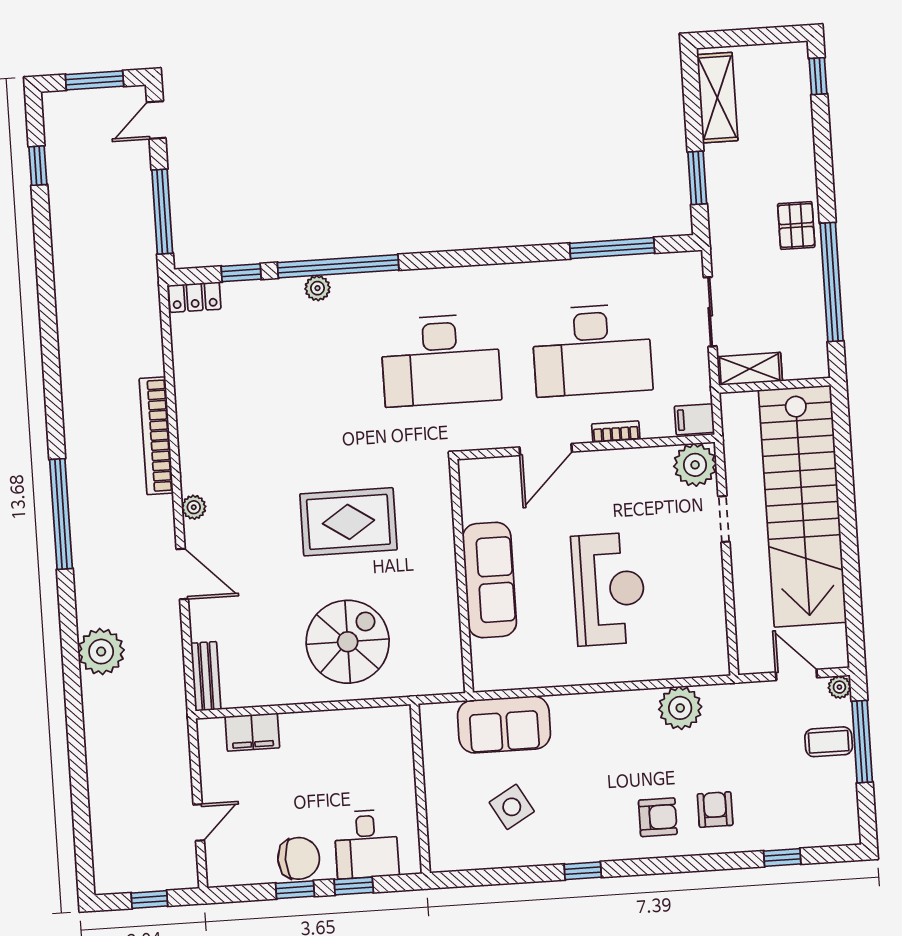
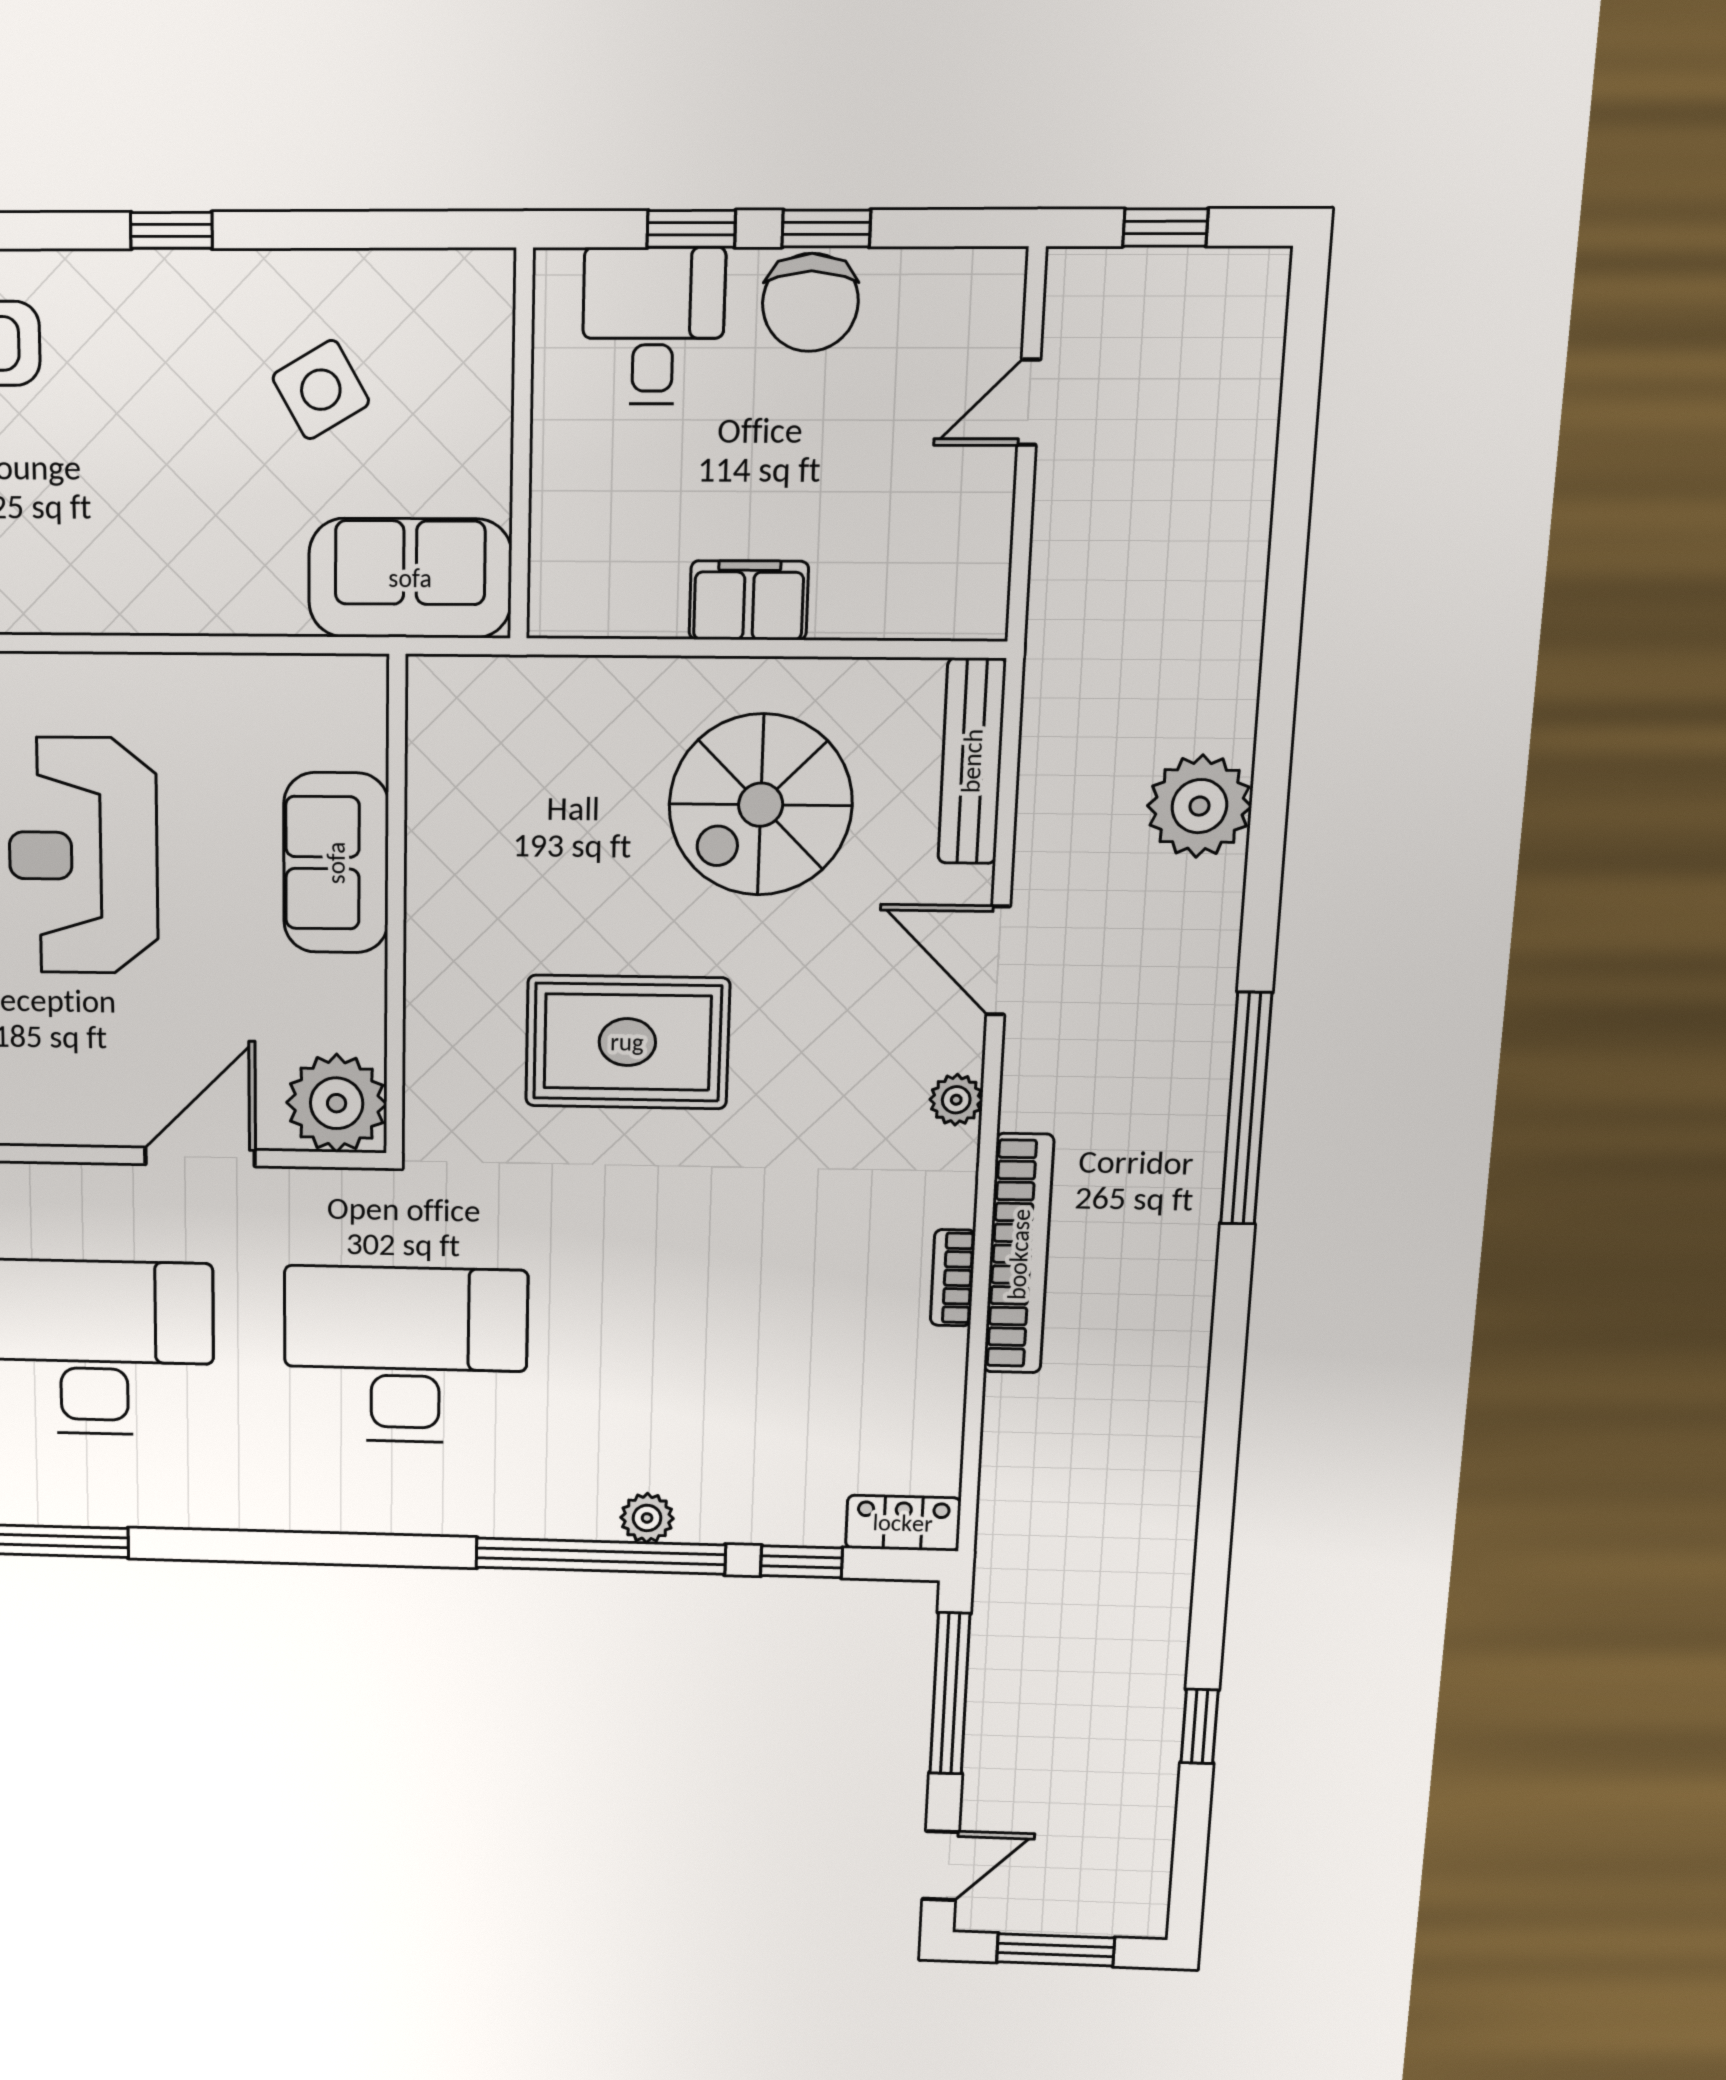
window: (38, 166) -> (1200, 1726), moved
bookcase: (616, 432) -> (953, 1278), moved, turned 90
plant: (482, 481) -> (337, 1103), added
sofa: (489, 580) -> (336, 863), width x0.73
spiral stairs: (348, 642) -> (761, 805), moved
bench: (206, 676) -> (972, 761), width x1.36
sofa: (504, 725) -> (410, 578), moved
filing cabinet: (252, 732) -> (749, 600), moved
chair: (299, 858) -> (810, 302), turned -90

